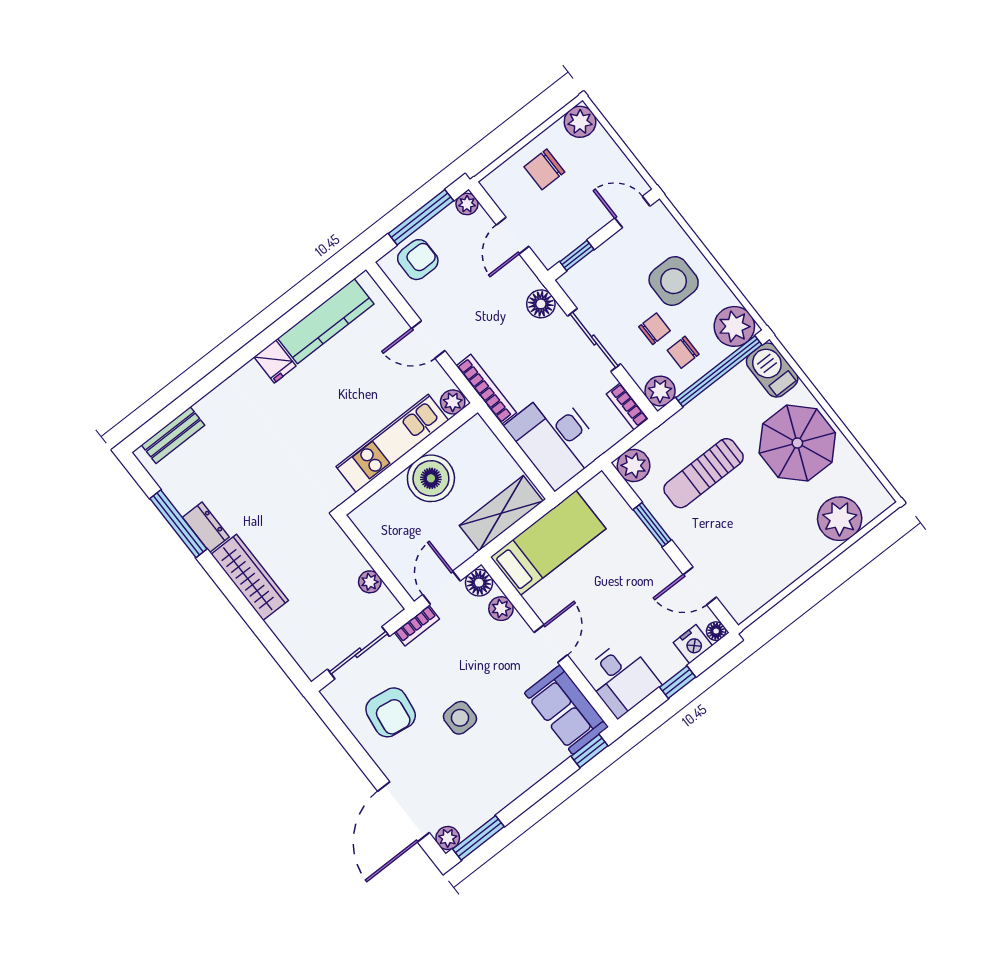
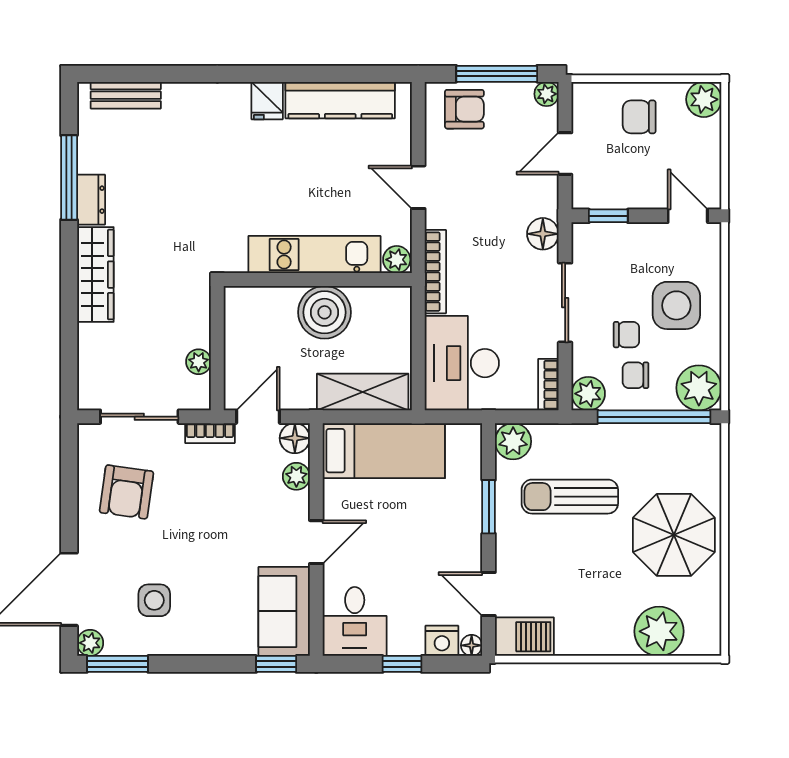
barbecue: (772, 370) -> (524, 637), moved, turned 90
side table: (460, 718) -> (154, 600), moved

